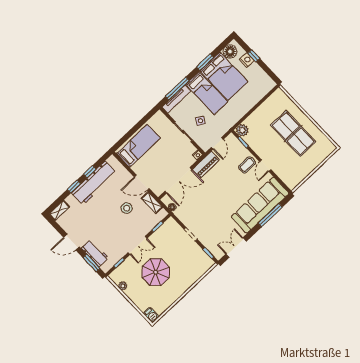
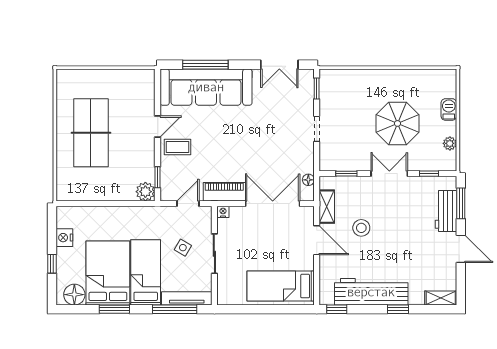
nightstand: (247, 60) -> (64, 238), moved
window: (90, 172) -> (337, 309), moved
barbecue: (151, 315) -> (449, 109), moved

